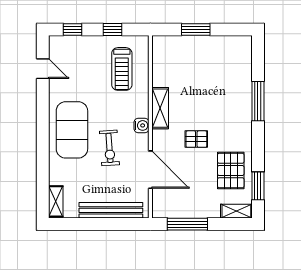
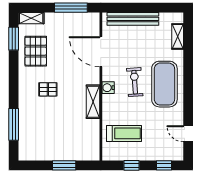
treadmill: (122, 69) -> (124, 133), turned 90
window: (258, 101) -> (14, 124), moved
pallet: (196, 139) -> (48, 89), moved
exercise bike: (109, 148) -> (135, 82), moved
shelving: (56, 201) -> (178, 36), moved

